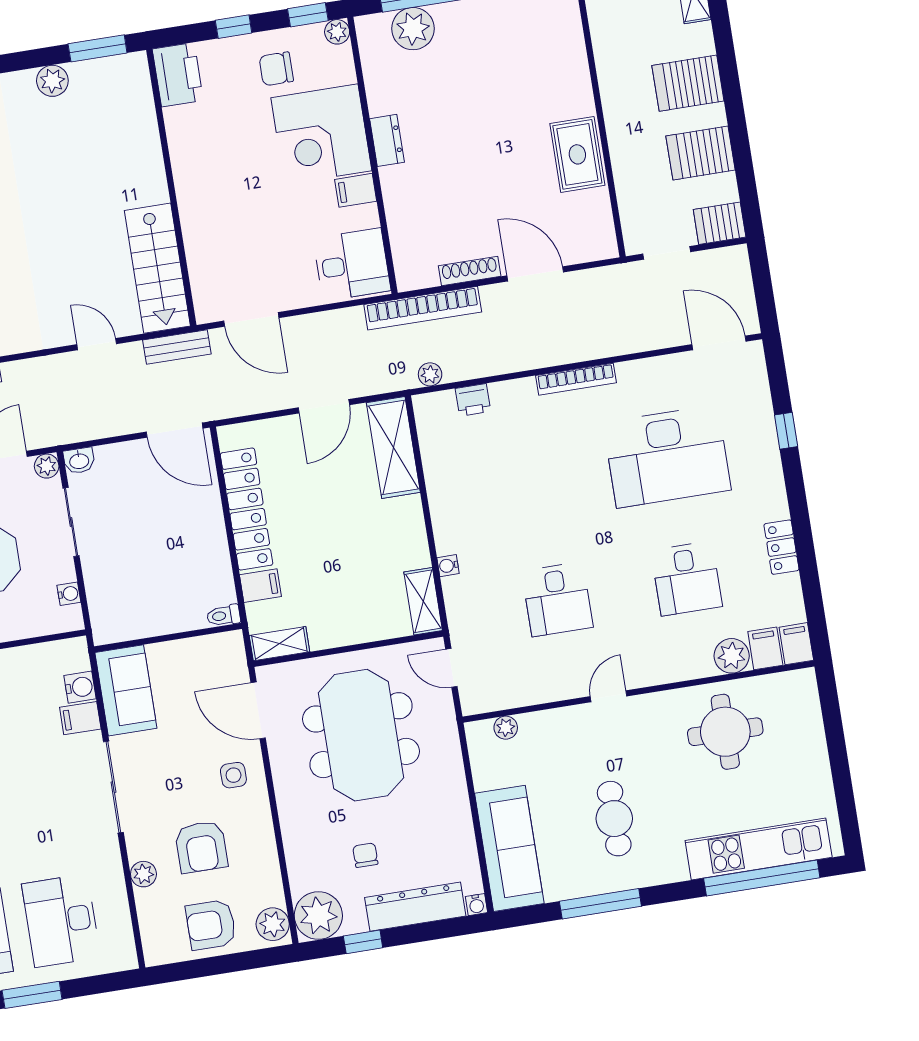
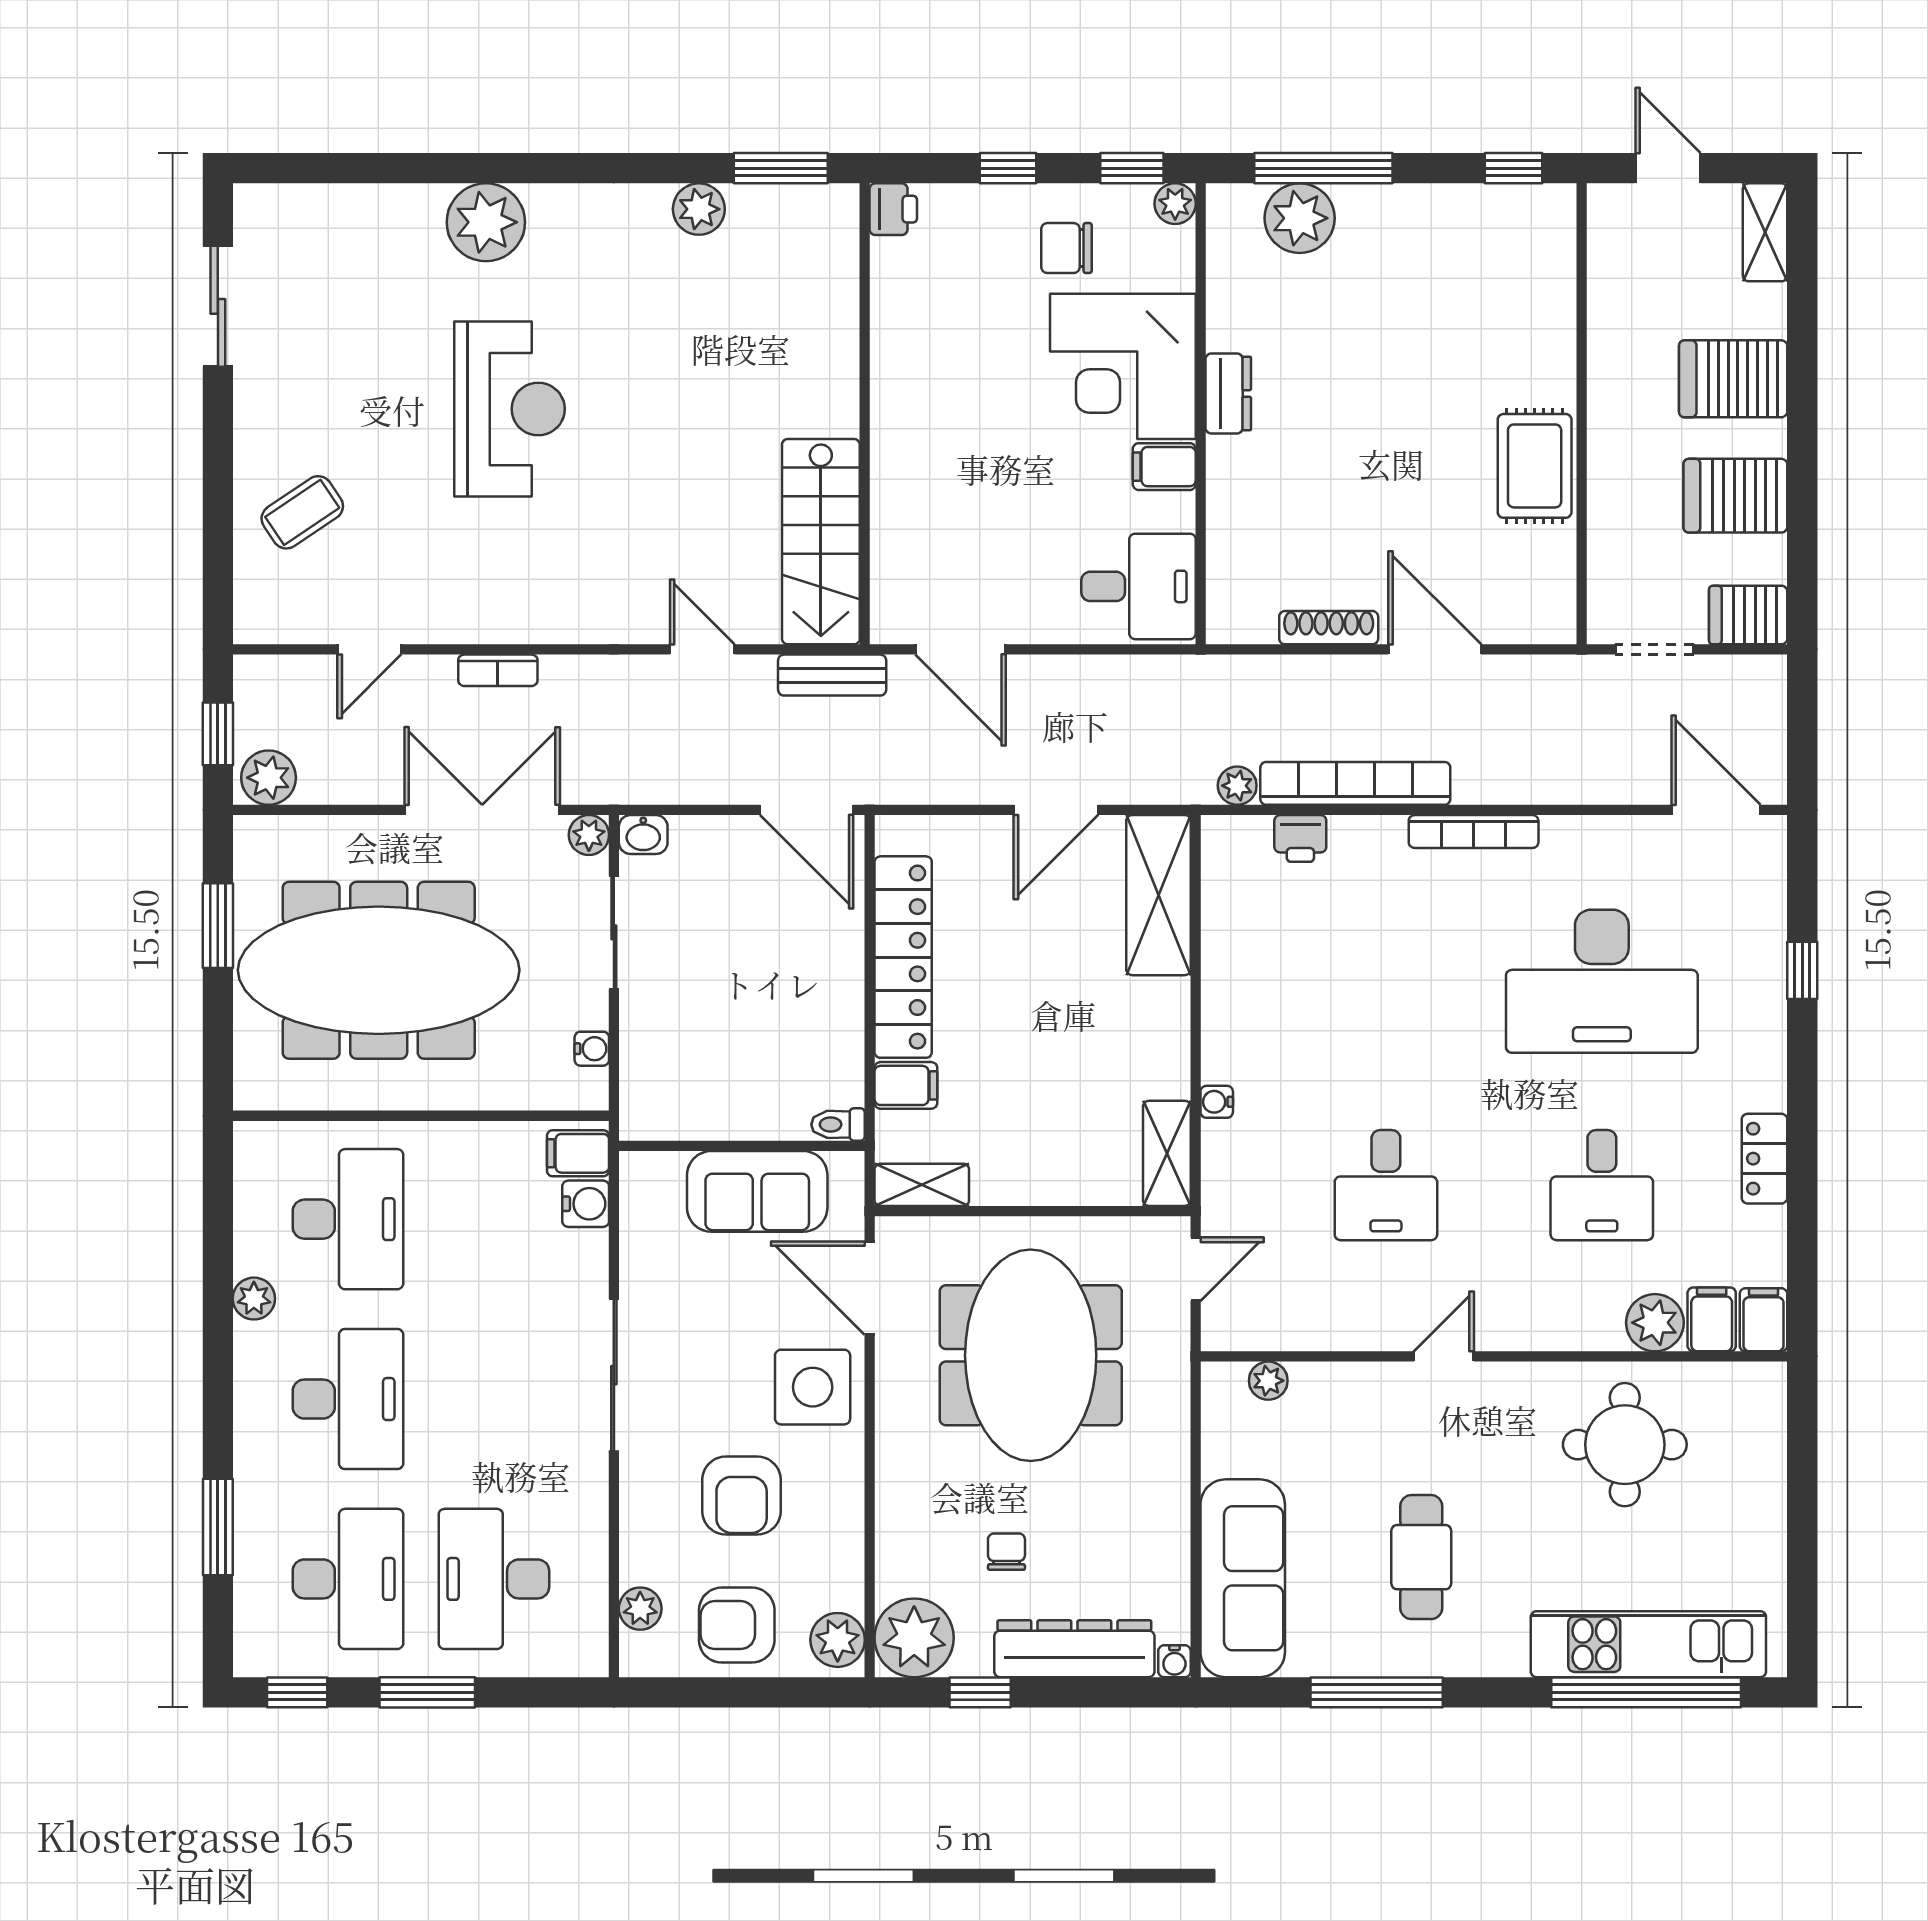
printer: (178, 75) -> (893, 209), width x0.53, depth x0.68
bookcase: (423, 308) -> (1355, 783), moved, turned 180
door: (451, 668) -> (1196, 1269), swing flipped
sofa: (126, 690) -> (757, 1191), moved, turned 90
filing cabinet: (80, 718) -> (578, 1153), moved
side table: (233, 775) -> (813, 1387), width x1.87, depth x1.87
plant: (143, 874) -> (640, 1609), moved

